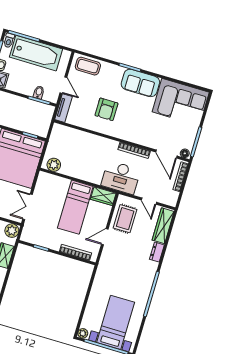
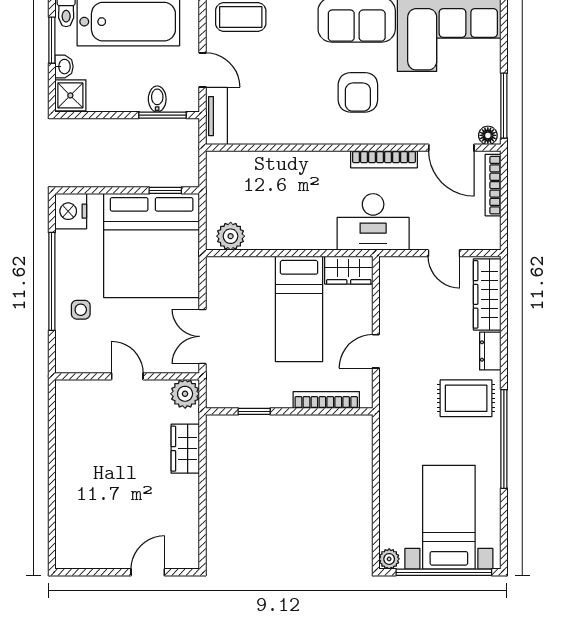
armchair: (106, 109) -> (358, 92), moved
rug: (125, 219) -> (466, 398), moved, turned 90

